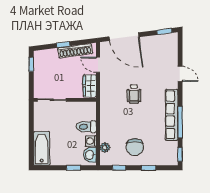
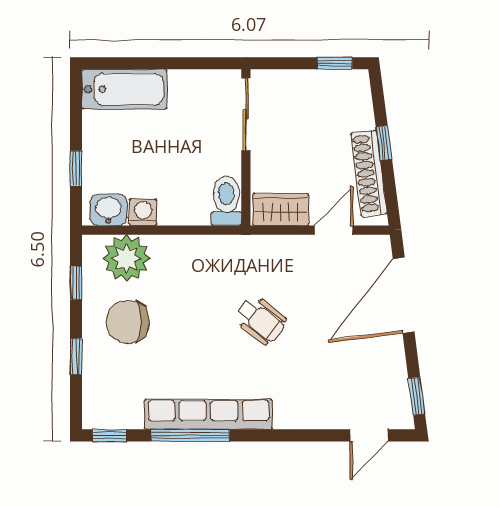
door: (180, 74) -> (369, 435), moved
wheelchair: (134, 94) -> (260, 320), turned -142
toilet: (86, 127) -> (226, 201), moved
plant: (105, 148) -> (127, 258), width x1.87, depth x1.87

